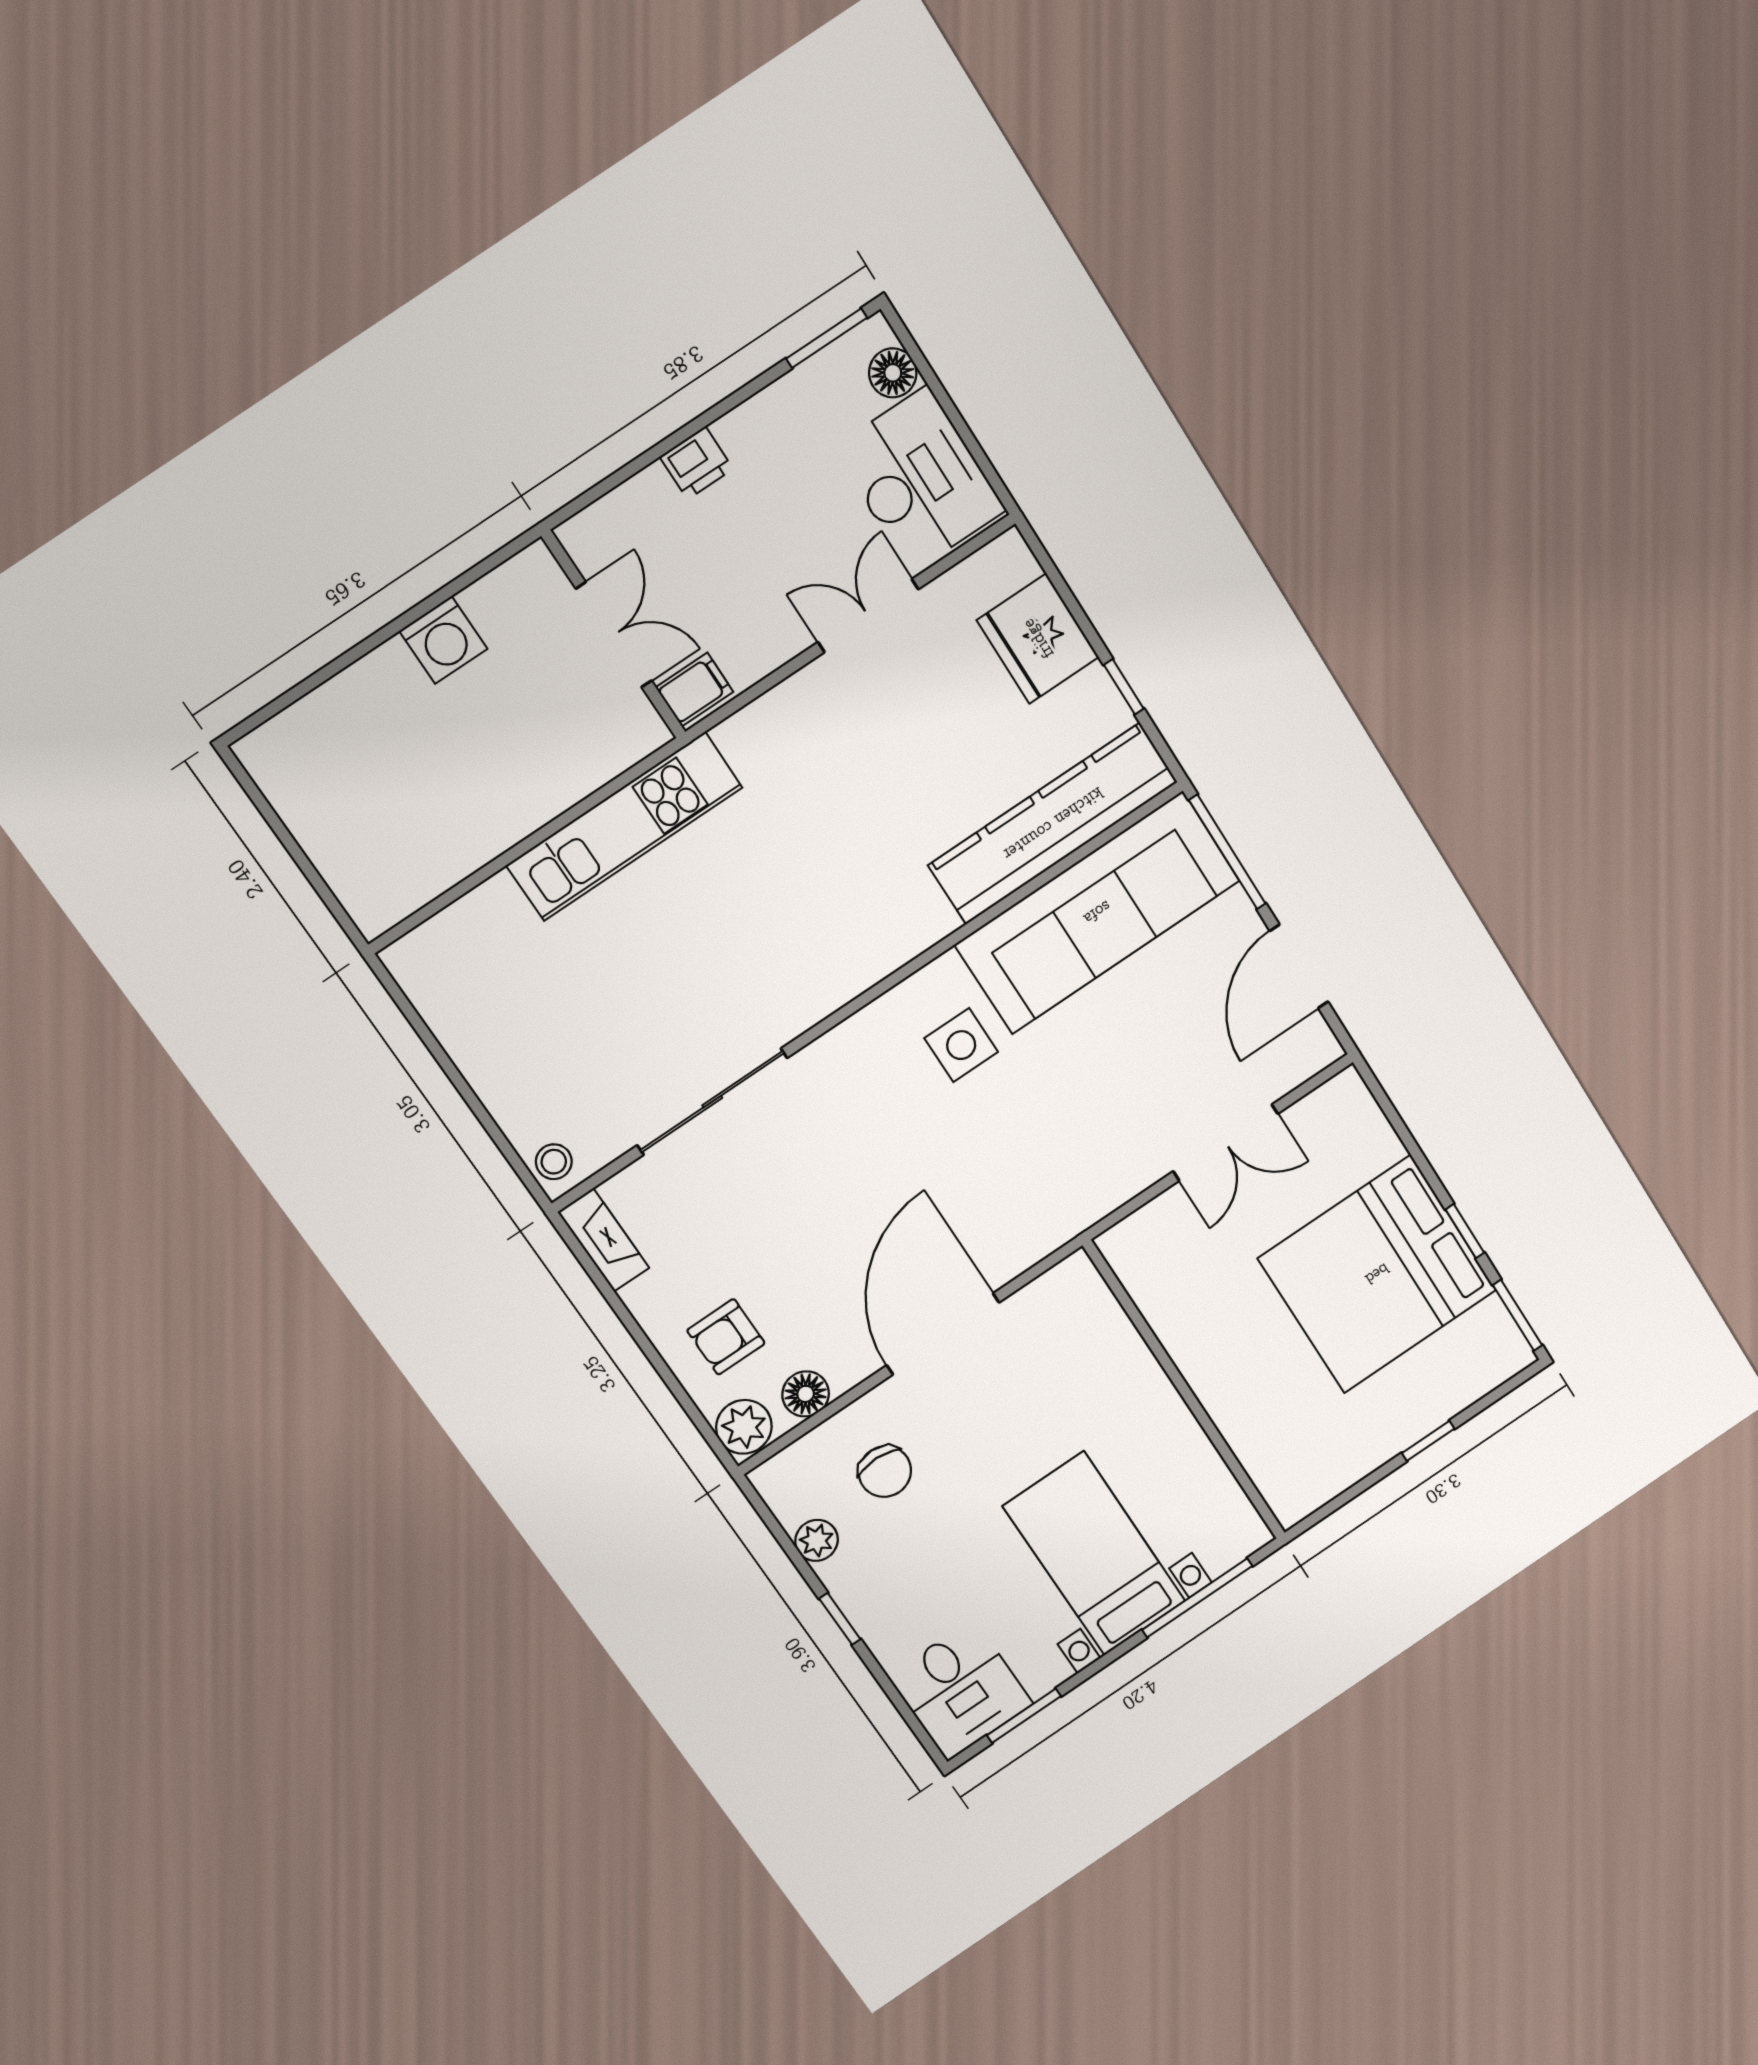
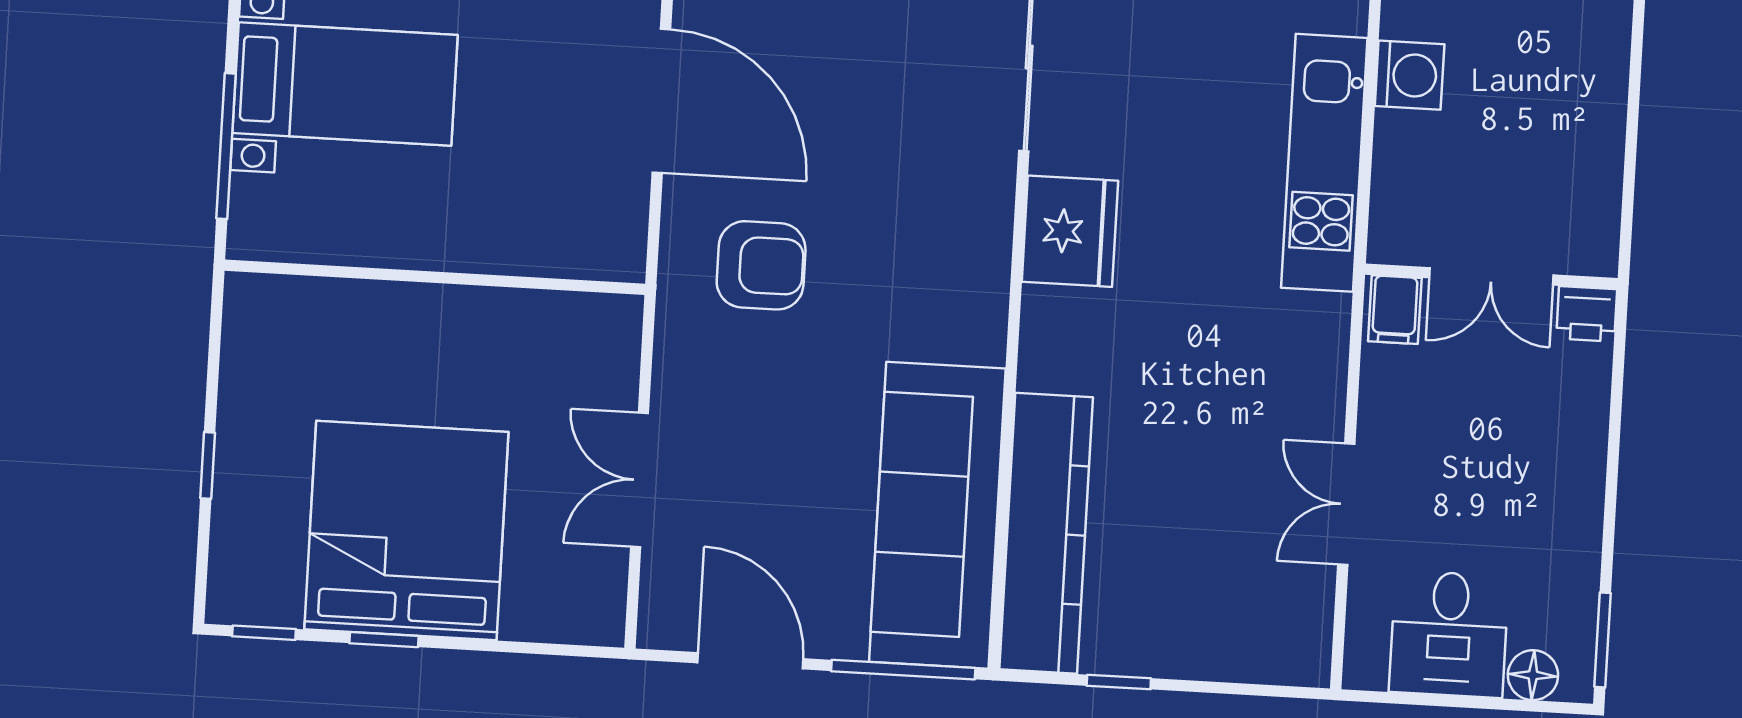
printer: (696, 463) -> (1587, 314), moved, turned -90
desk: (919, 479) -> (1449, 634), width x0.73
double door: (868, 616) -> (1346, 504), swing flipped
fridge: (1038, 639) -> (1070, 231), moved, turned 90
washing machine: (443, 640) -> (1410, 75), moved, turned 180
side table: (961, 1045) -> (911, 310), removed
armchair: (1009, 1175) -> (761, 265), added
window: (1518, 1315) -> (264, 633), width x0.67

